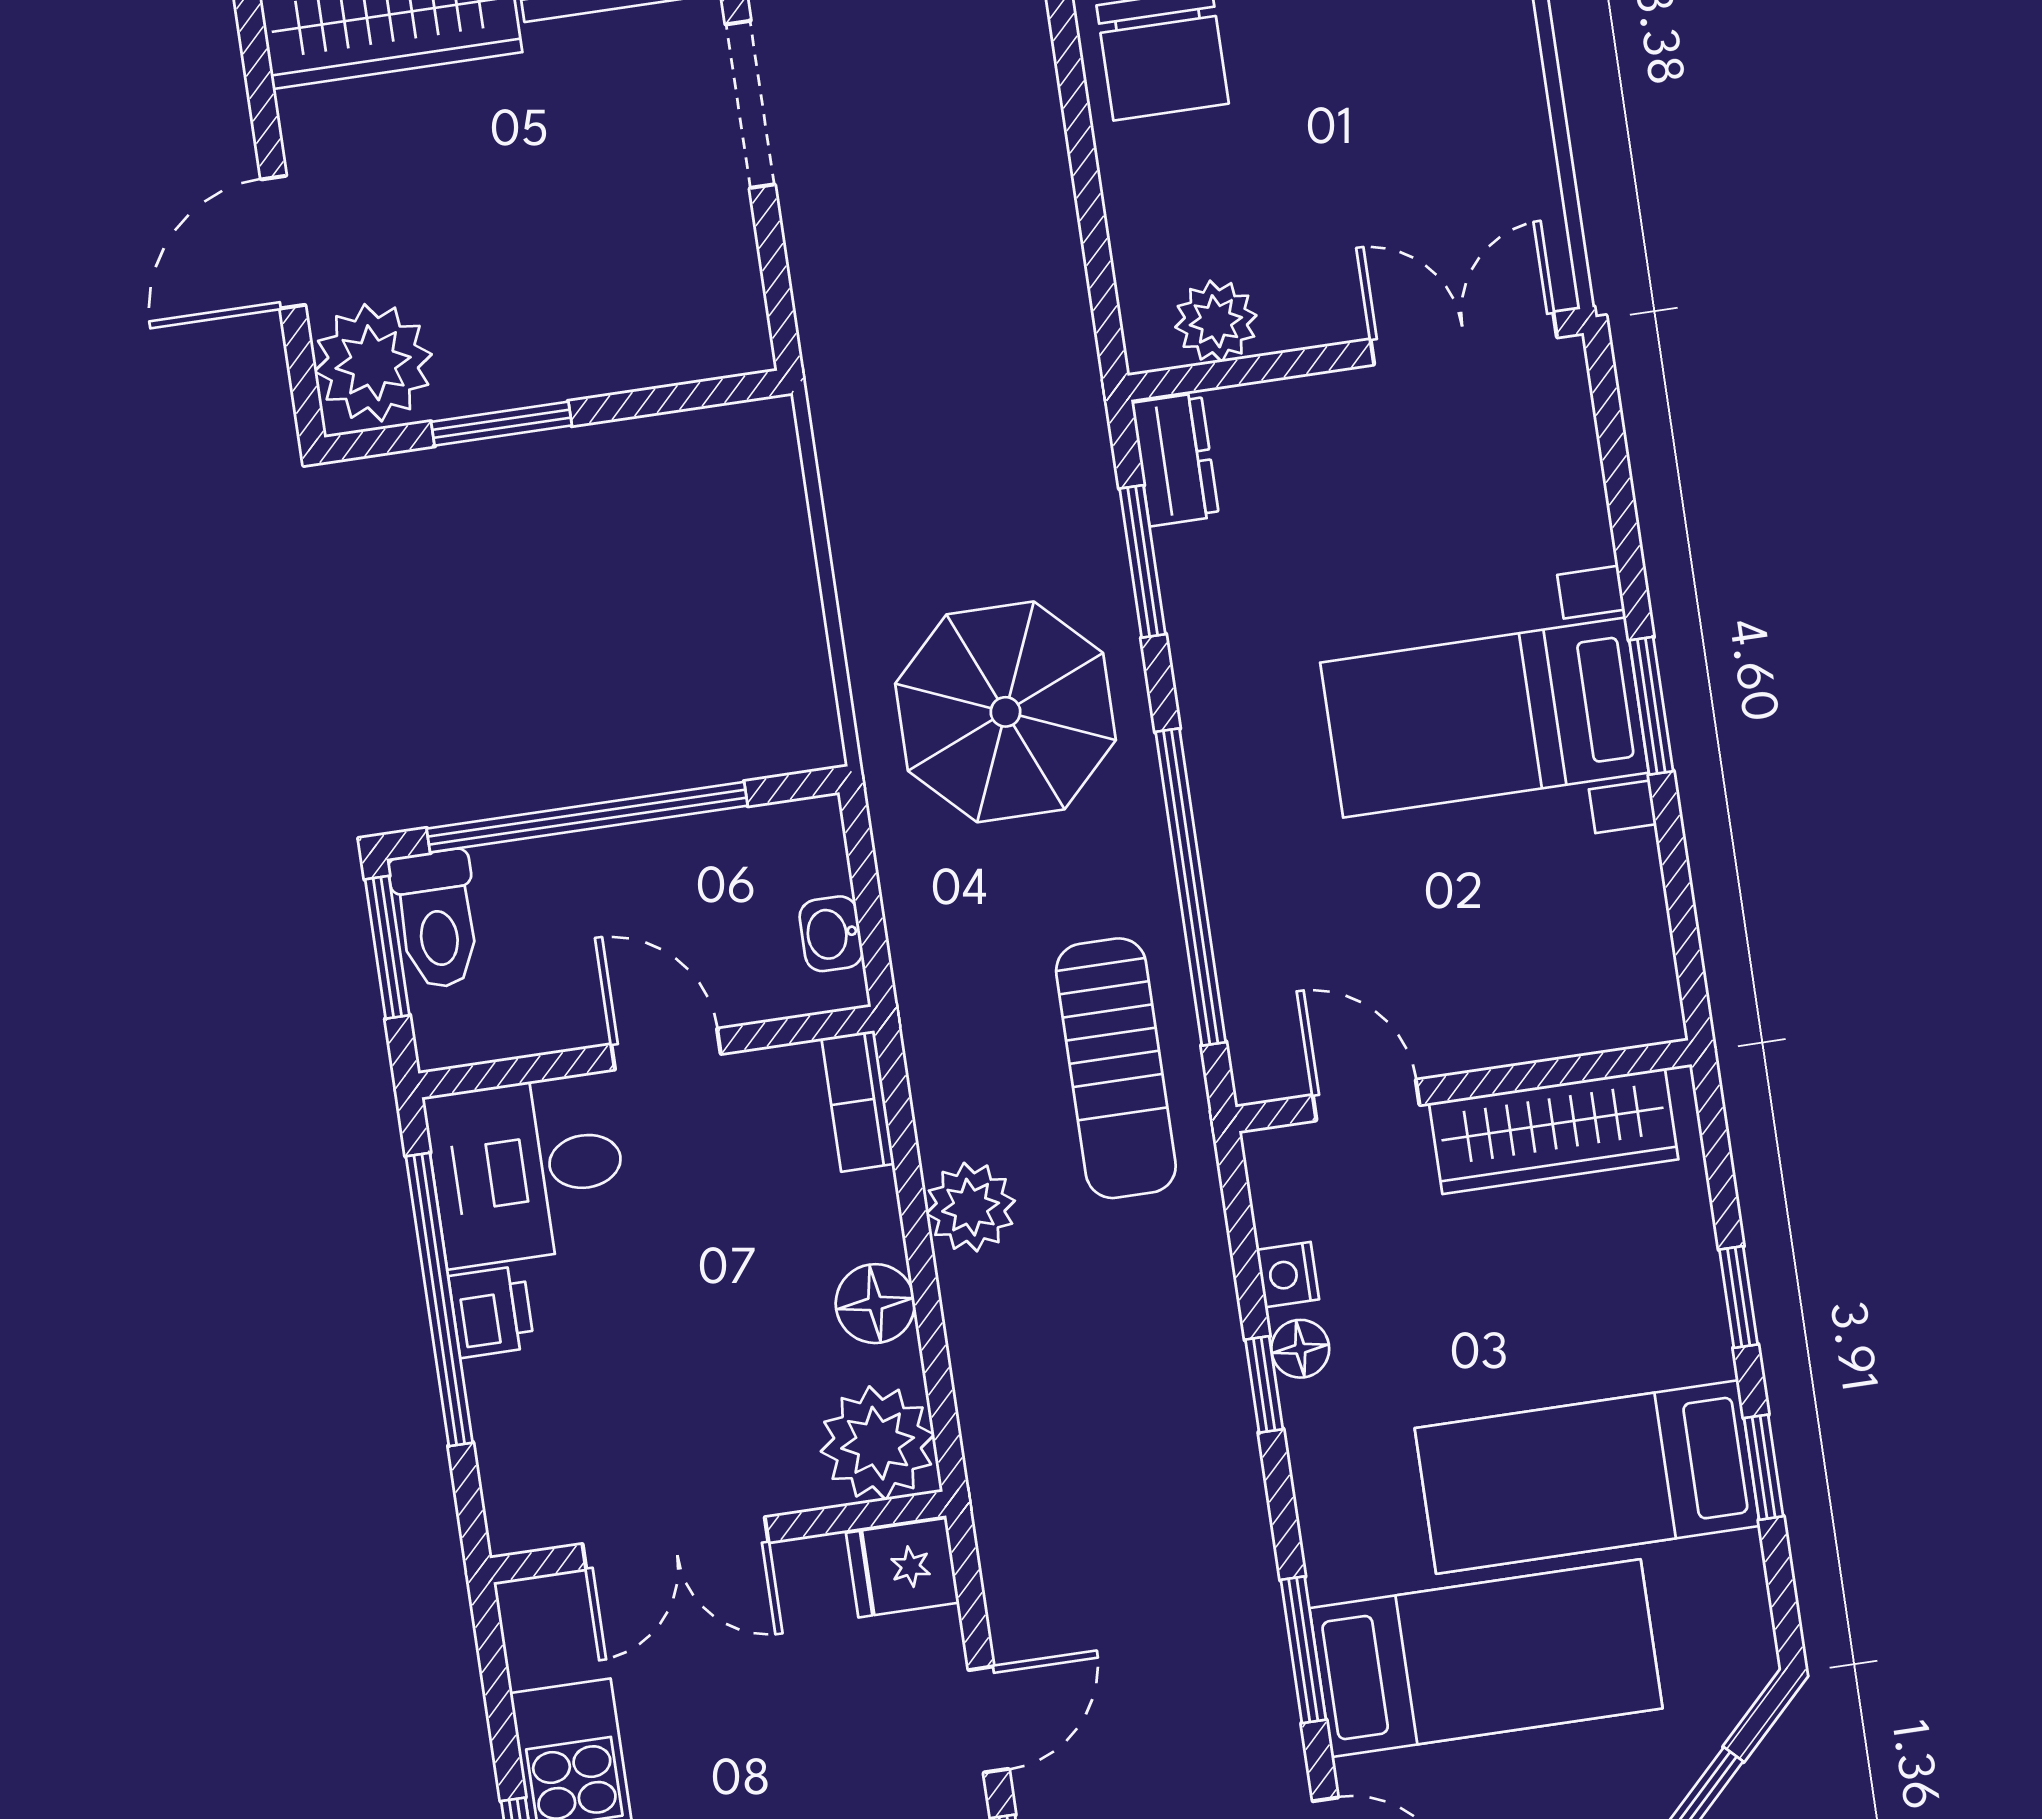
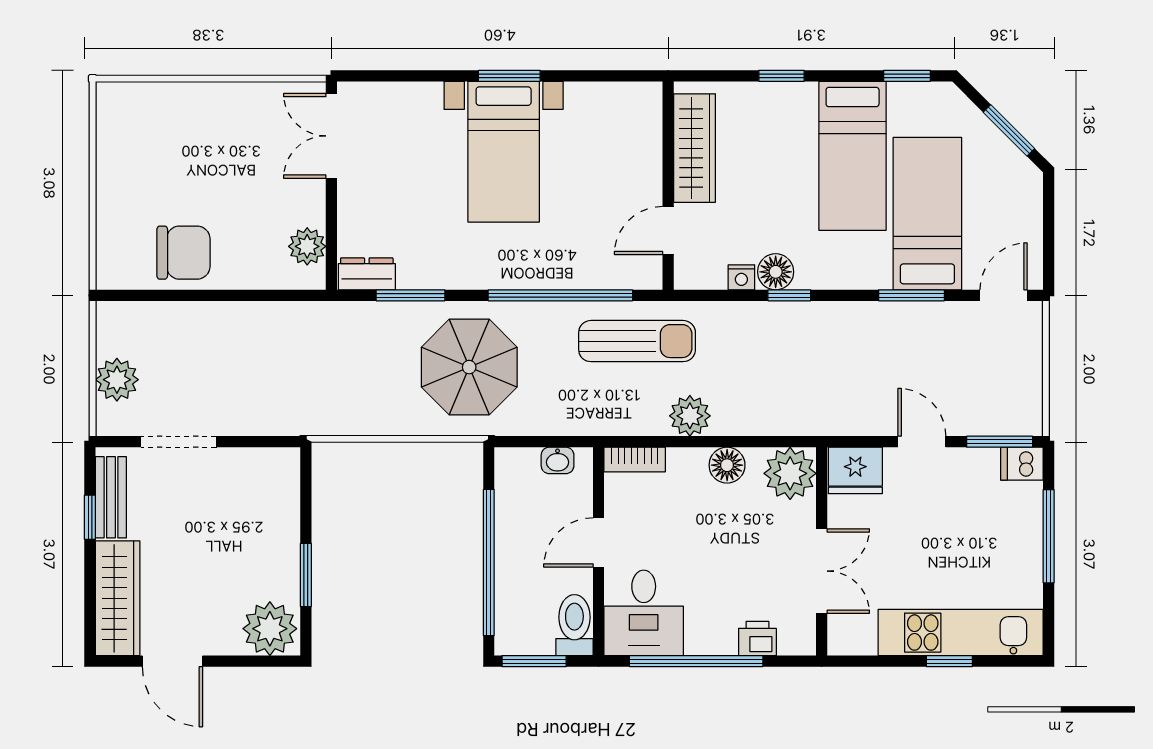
door: (283, 242) -> (172, 661), moved
toilet: (437, 919) -> (574, 625), moved, turned -90
printer: (491, 1312) -> (757, 639), moved
floor lamp: (1300, 1349) -> (776, 272), width x1.37, depth x1.37
window: (1764, 1467) -> (907, 76), moved
fridge: (903, 1568) -> (855, 470), width x1.38

